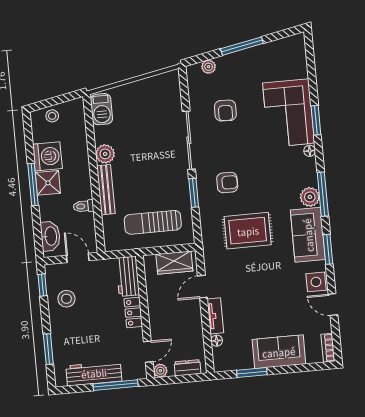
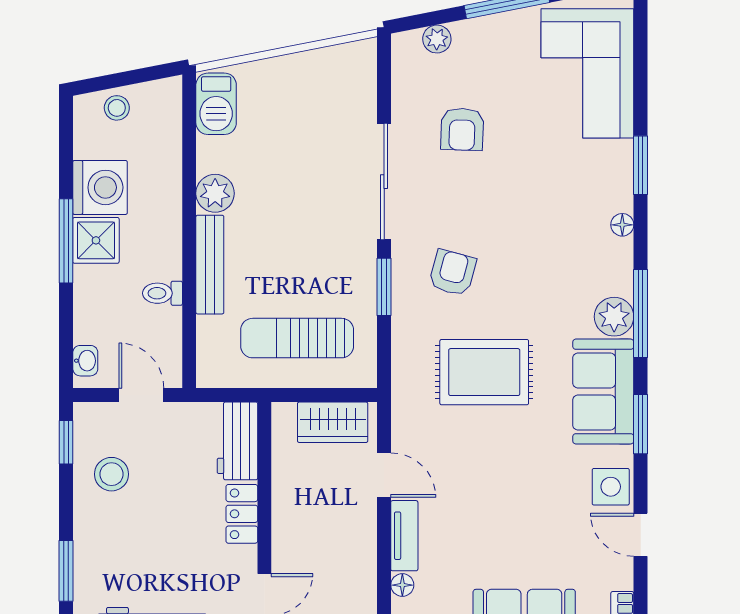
corner sofa: (289, 113) -> (587, 73), moved
armchair: (227, 183) -> (452, 273), turned -75
washbasin: (50, 236) -> (85, 361), width x0.52, depth x0.69
door: (202, 287) -> (384, 475), swing flipped

